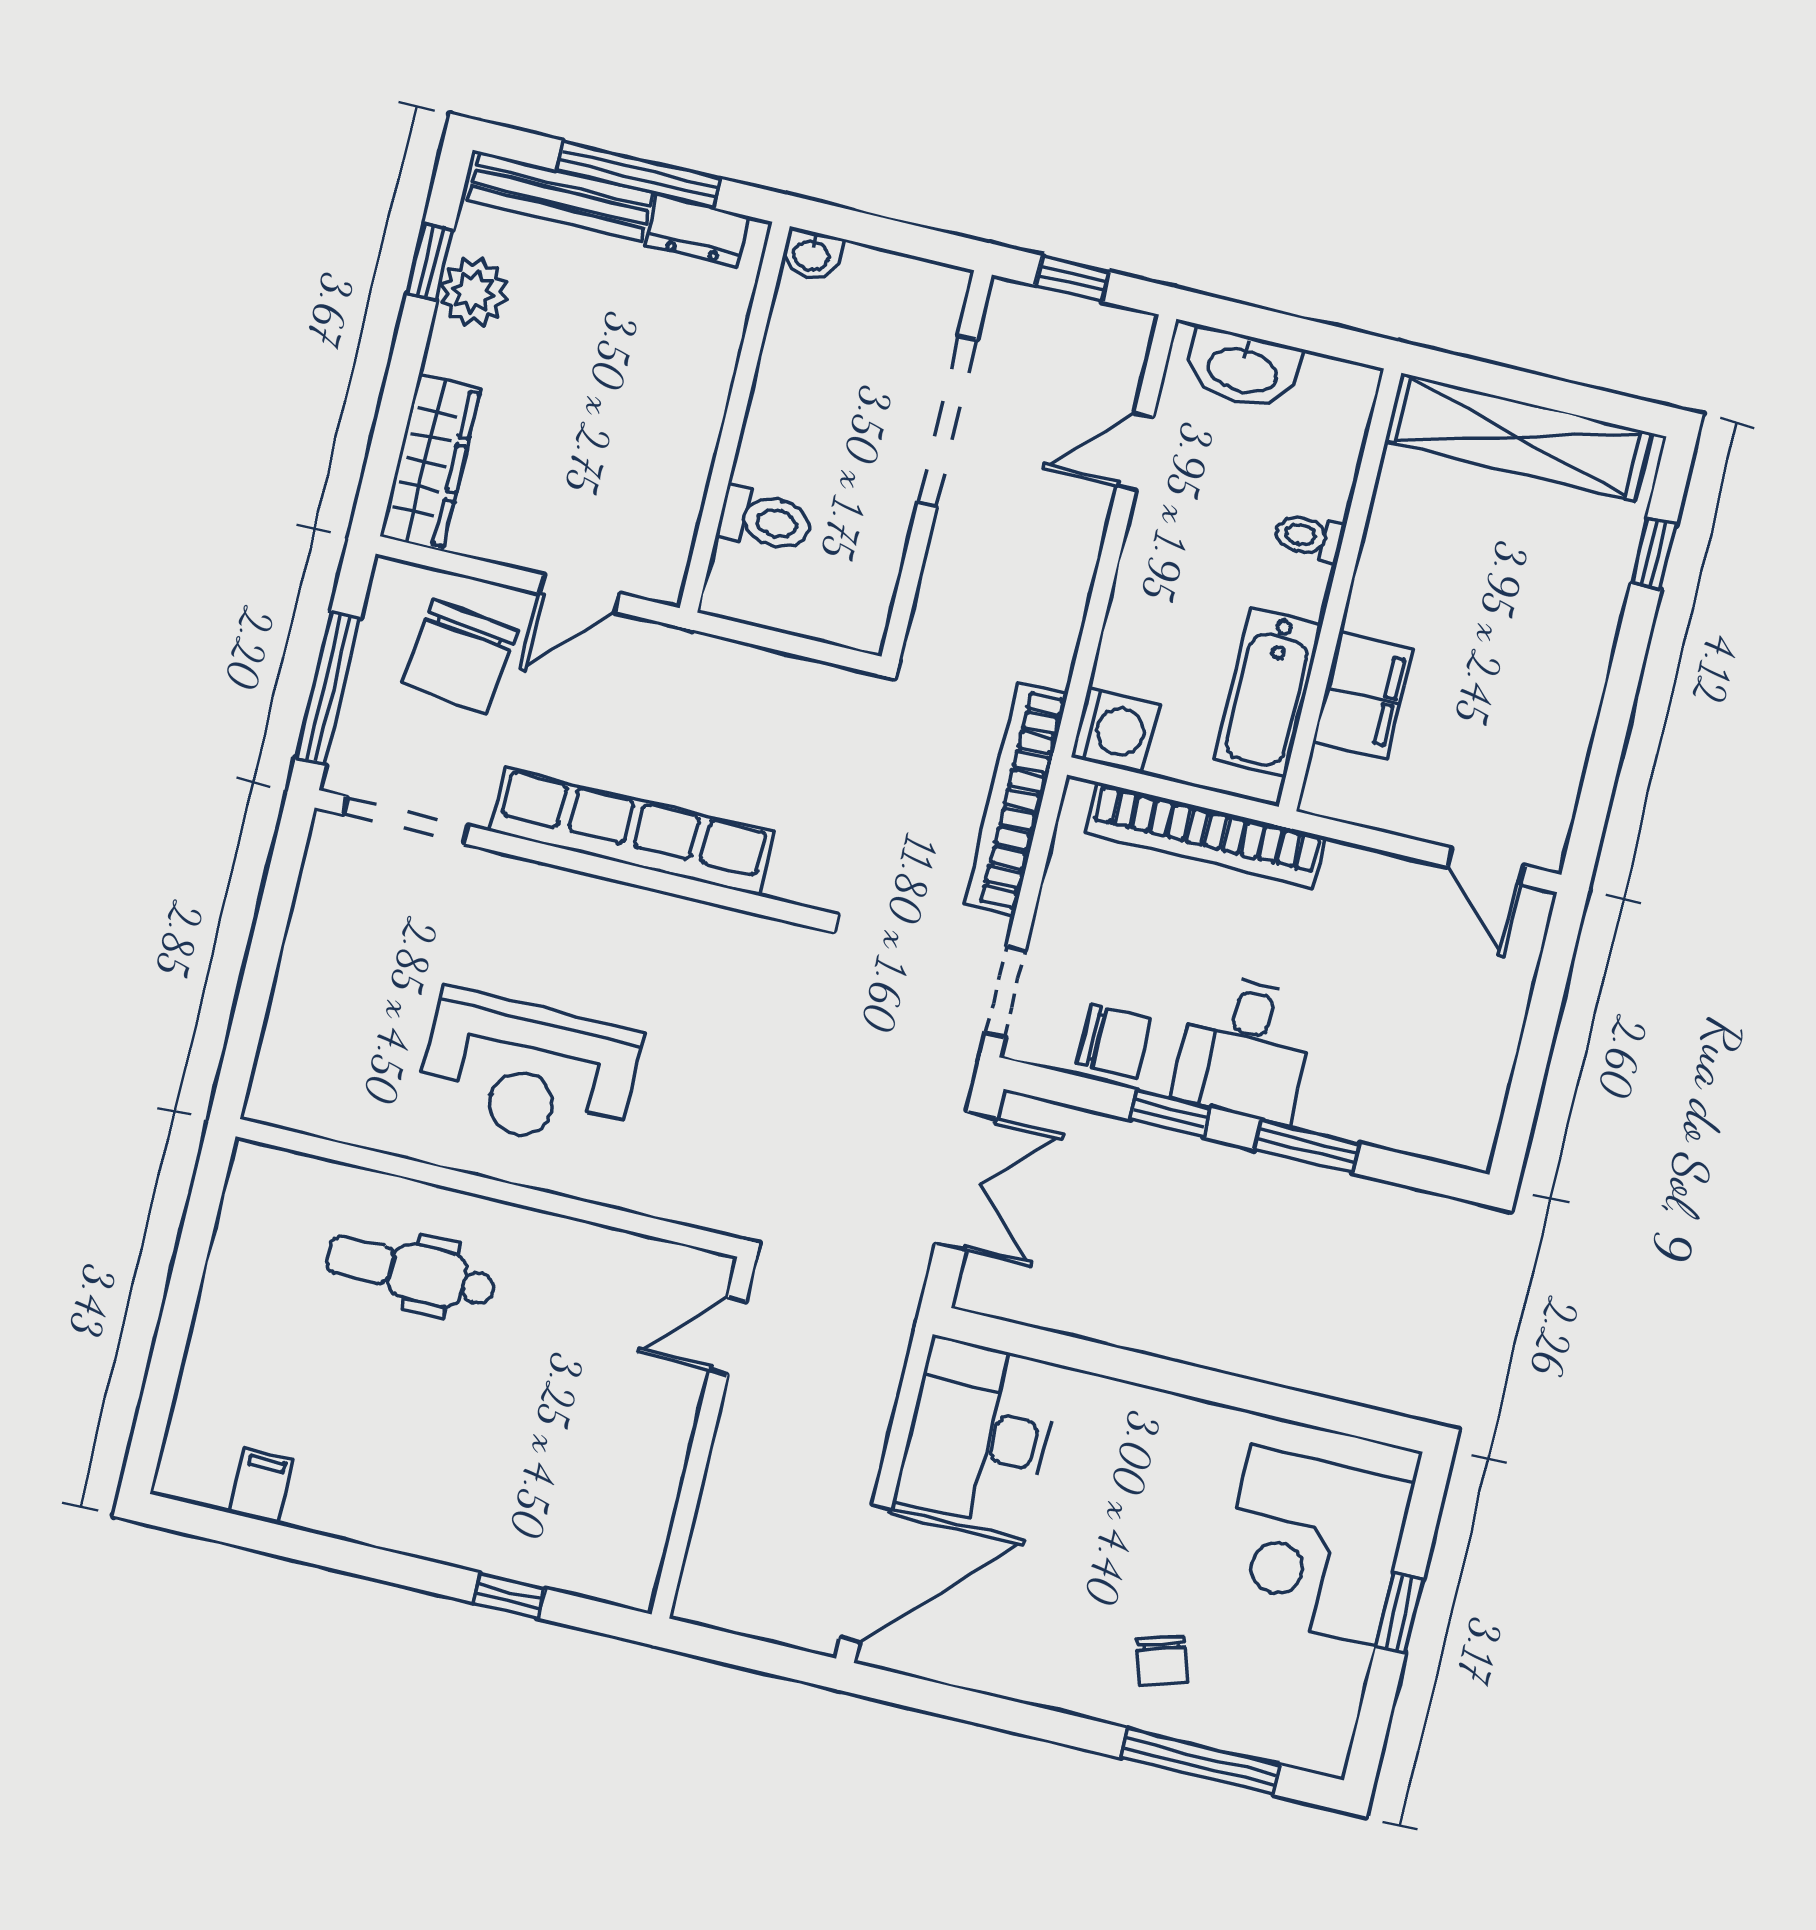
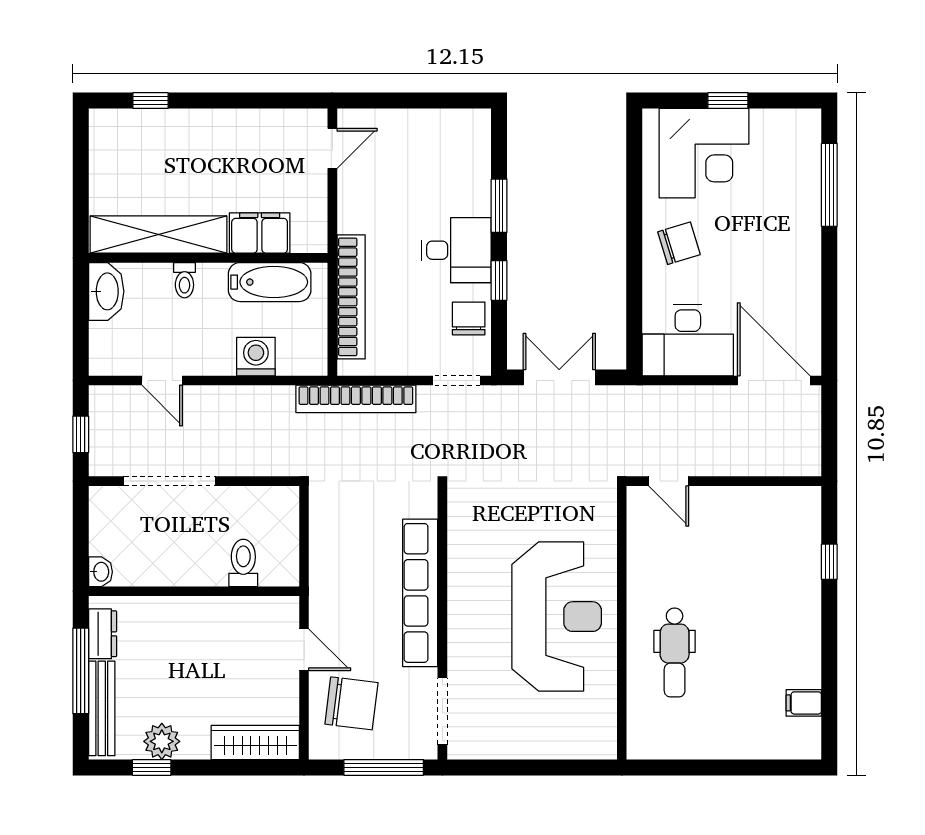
washbasin: (1243, 369) -> (106, 291), moved
shelving: (1518, 437) -> (158, 234), moved, turned 90
washing machine: (1115, 730) -> (256, 357), moved
reception desk: (529, 1071) -> (557, 617), width x1.36, depth x1.30
chair: (1162, 1661) -> (679, 243), moved, width x1.37, depth x1.37

